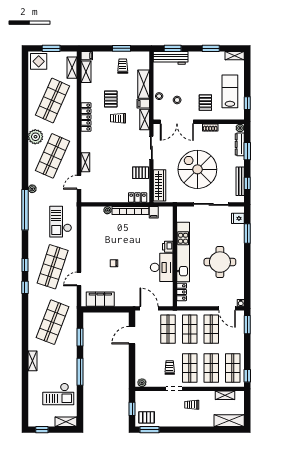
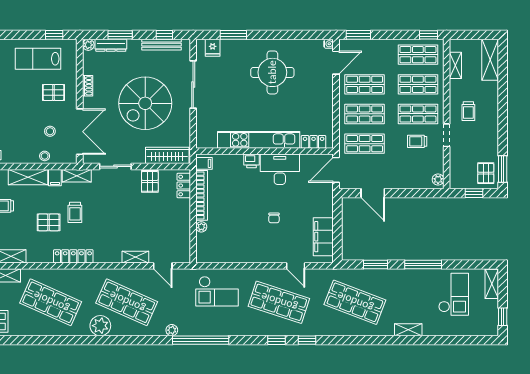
printer: (168, 247) -> (251, 161), moved
kitchen unit: (183, 252) -> (259, 140), moved
wall: (175, 256) -> (265, 151), moved
desk: (162, 267) -> (280, 169), moved
locker: (182, 292) -> (314, 142), moved

